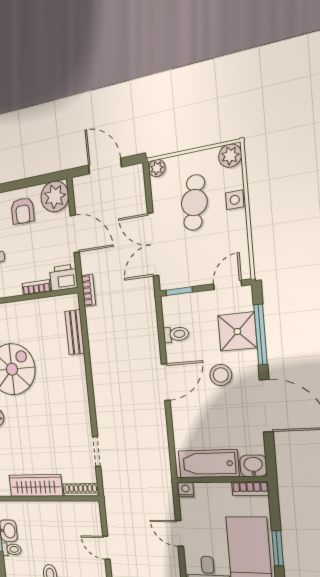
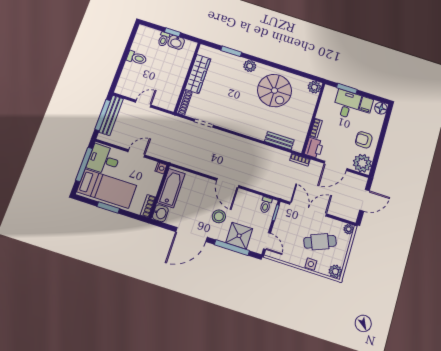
cafe table: (194, 203) -> (320, 242), turned -31
toilet: (176, 334) -> (266, 205), moved

